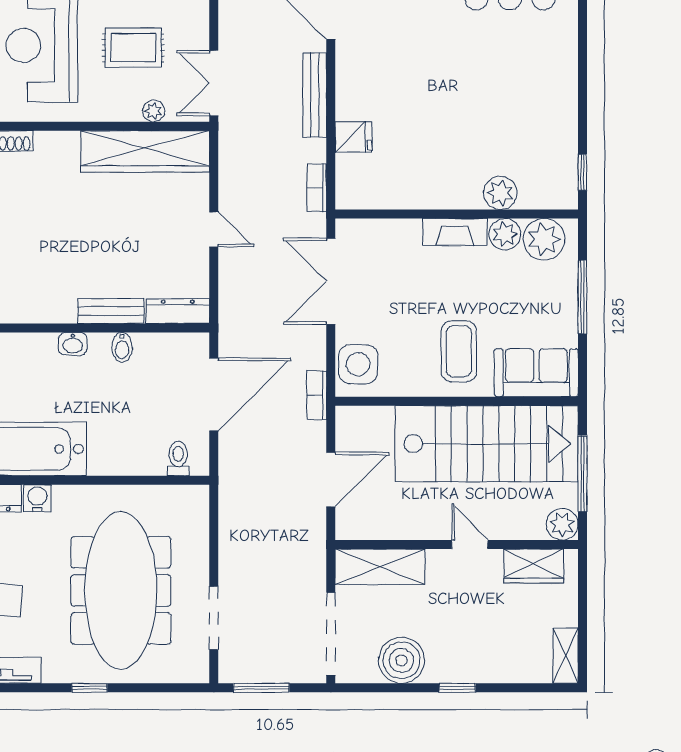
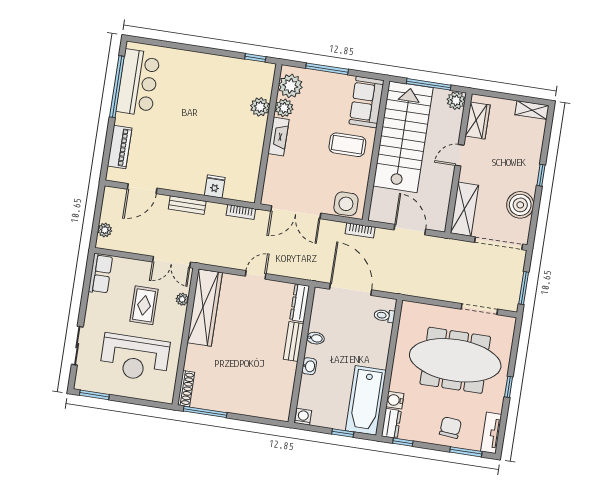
bench: (315, 95) -> (187, 205), width x0.73

